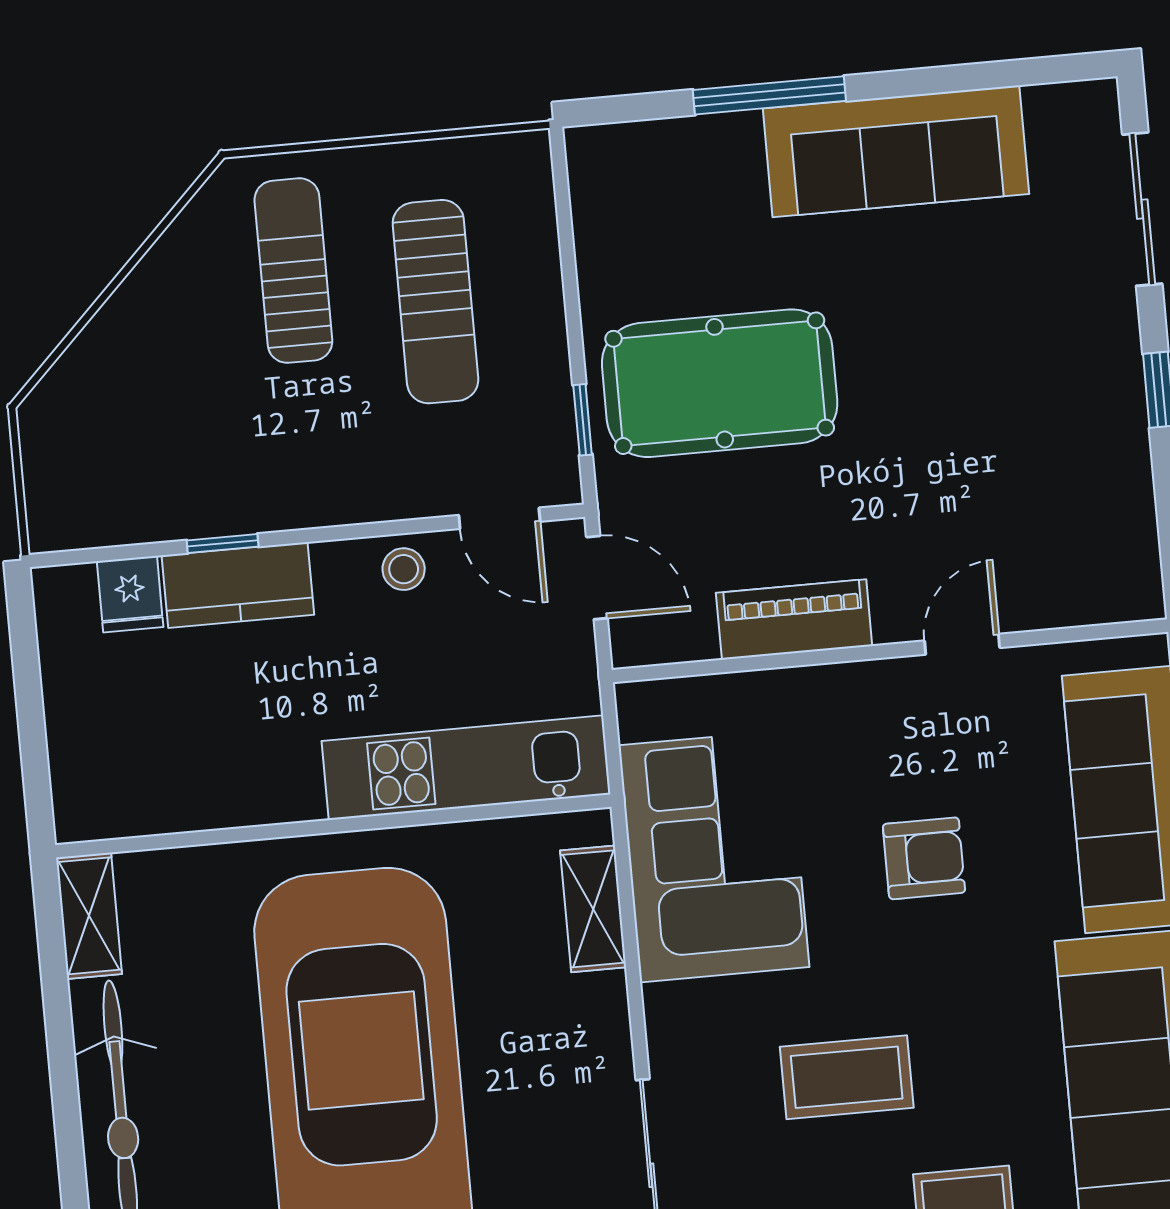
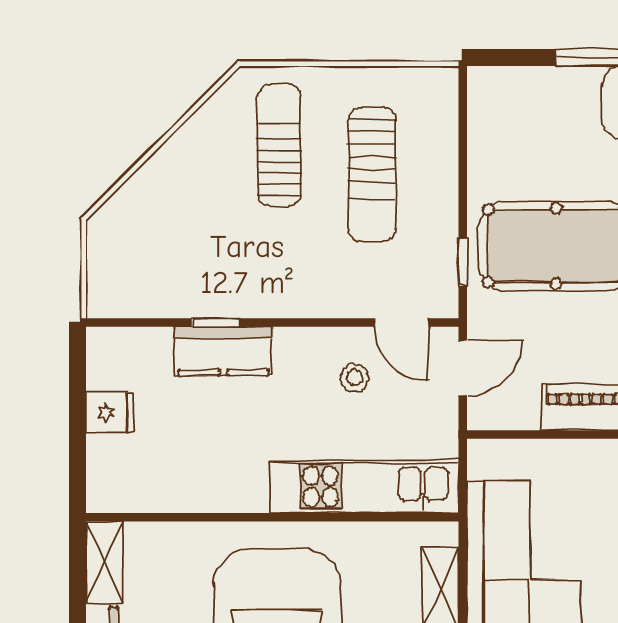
stool: (404, 569) -> (354, 378), moved
door: (597, 578) -> (463, 368), hinge flipped
fridge: (130, 594) -> (110, 412), moved, turned -90

